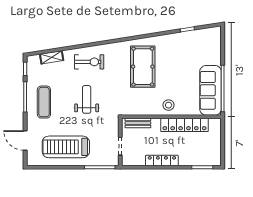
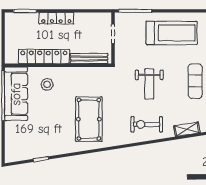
stool: (169, 105) -> (47, 84), moved
bench: (138, 123) -> (89, 59), width x1.36
locker: (162, 161) -> (56, 18), moved

